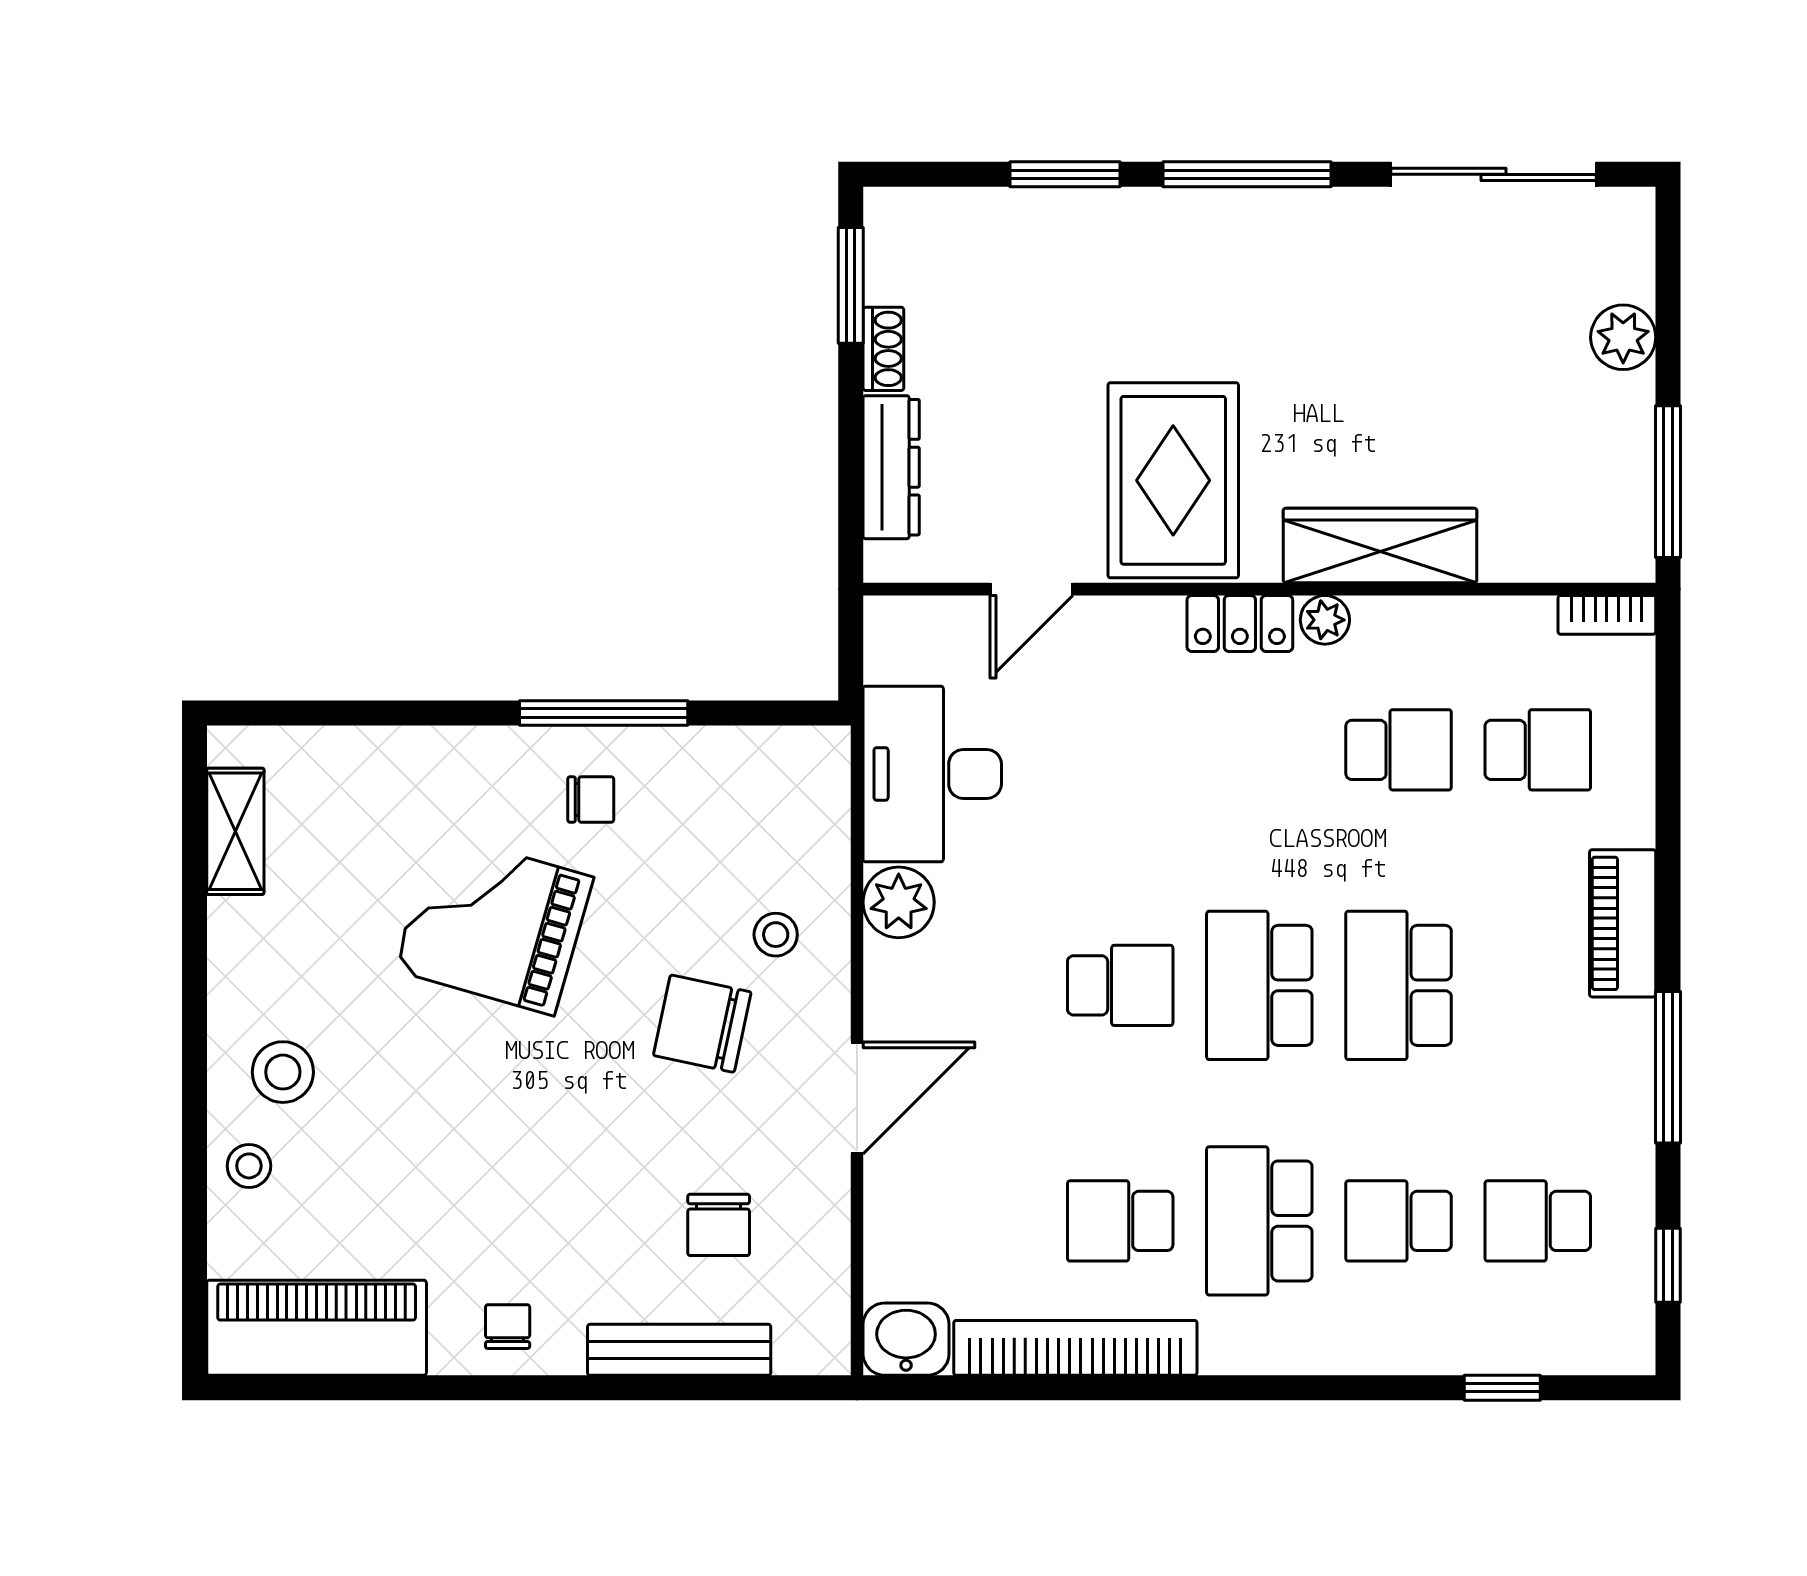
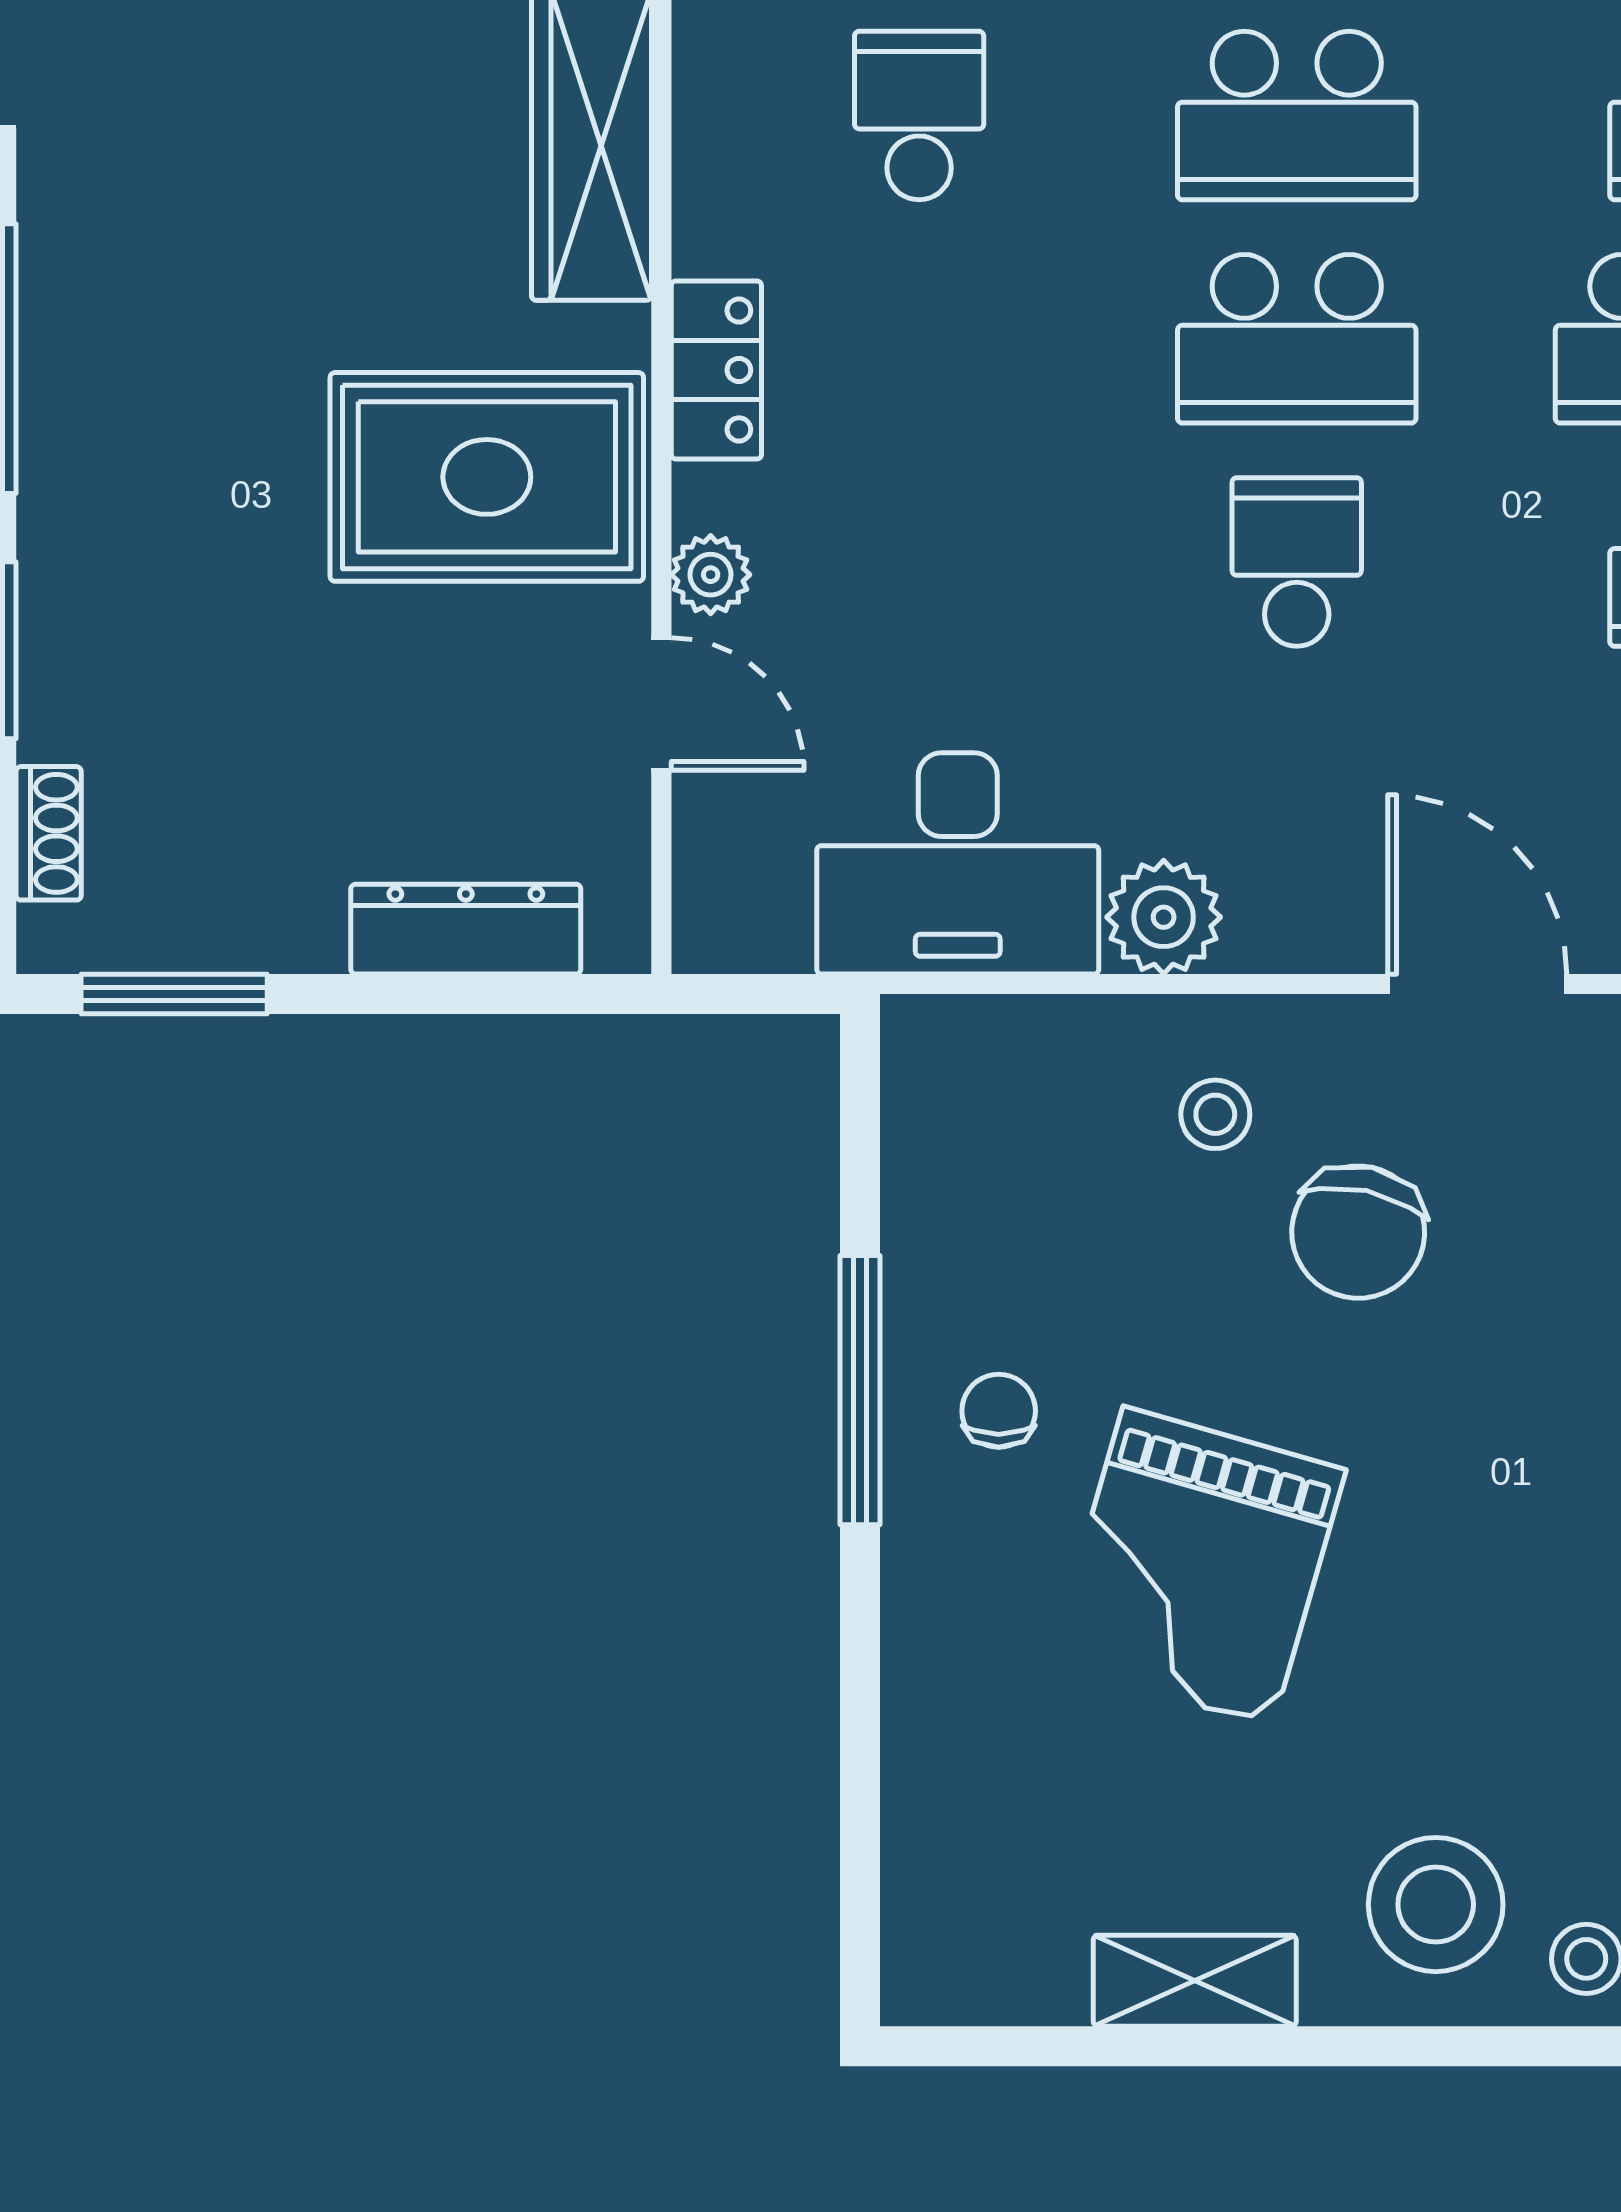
shoe rack: (883, 349) -> (49, 833), moved, turned 90
plant: (1325, 620) -> (711, 575), moved
shelving: (235, 831) -> (1195, 1981), moved
stool: (283, 1072) -> (1436, 1905), width x1.38, depth x1.38

